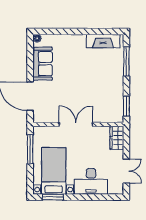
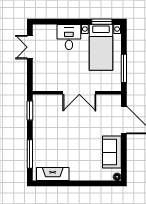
wardrobe: (117, 138) -> (39, 80), removed
desk: (91, 181) -> (69, 37), width x0.73

